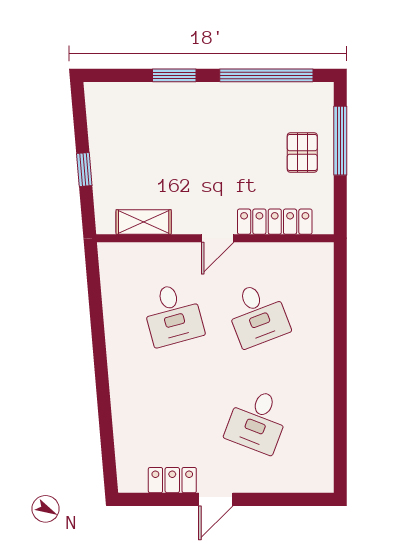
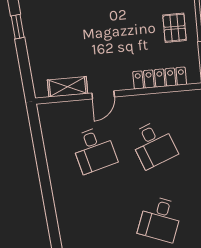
window: (84, 169) -> (18, 27), moved
door: (218, 238) -> (103, 95), moved

